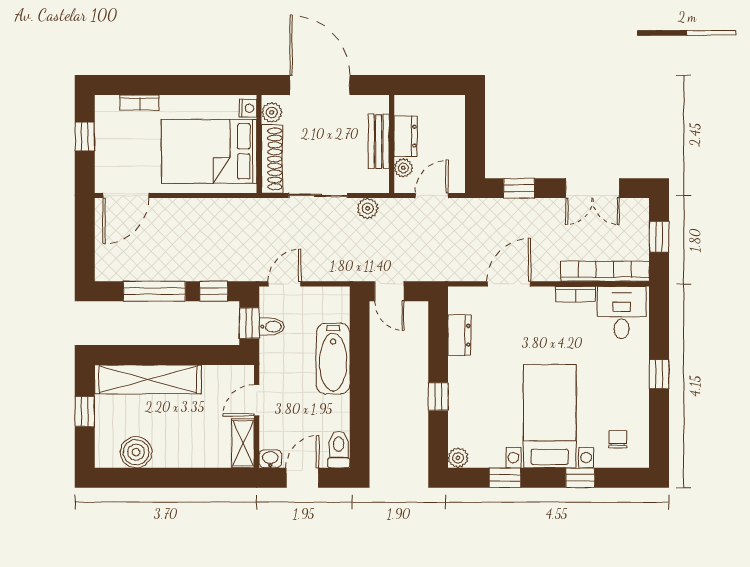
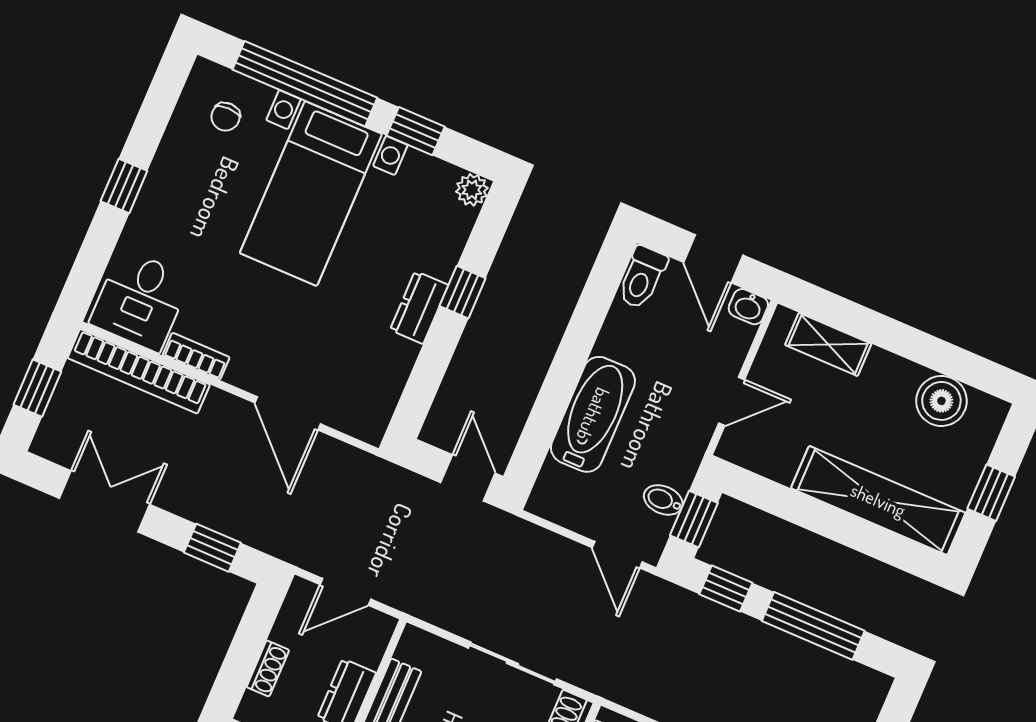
shoe rack: (457, 132) -> (268, 668), added
plant: (403, 168) -> (370, 650), removed
plant: (368, 208) -> (448, 613), removed
door: (285, 284) -> (617, 555), hinge flipped
door: (509, 284) -> (288, 413), hinge flipped
dresser: (459, 335) -> (419, 308), moved
shelving: (243, 443) -> (828, 344), moved, turned 90
door: (302, 478) -> (713, 259), hinge flipped
window: (580, 478) -> (305, 84), width x3.17

